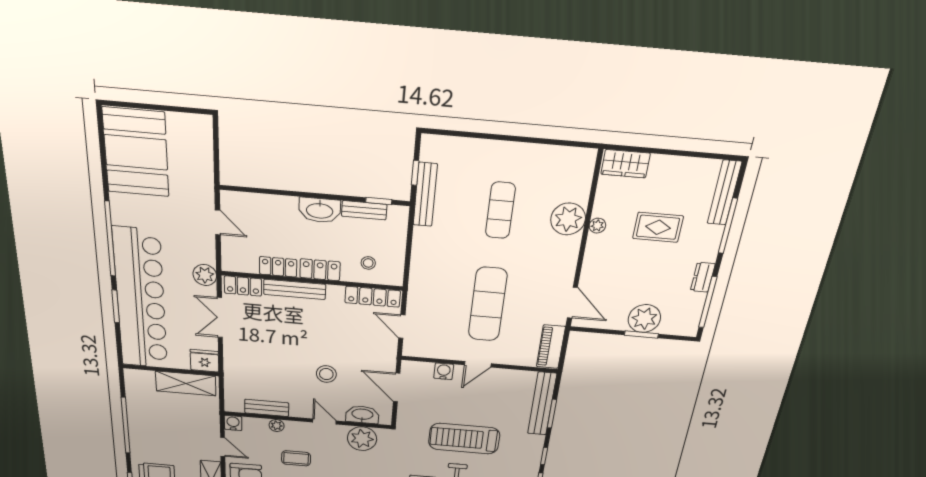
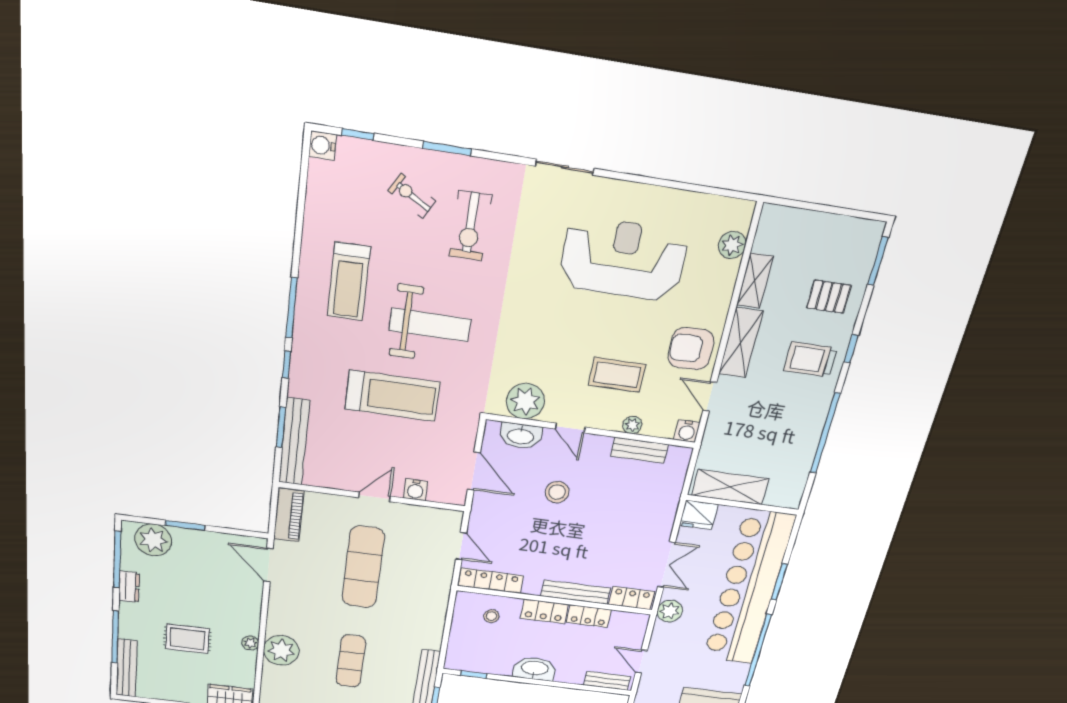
bench: (364, 210) -> (607, 681), moved
plant: (644, 319) -> (153, 540), moved
coffee table: (296, 458) -> (617, 375), width x1.36, depth x1.30

